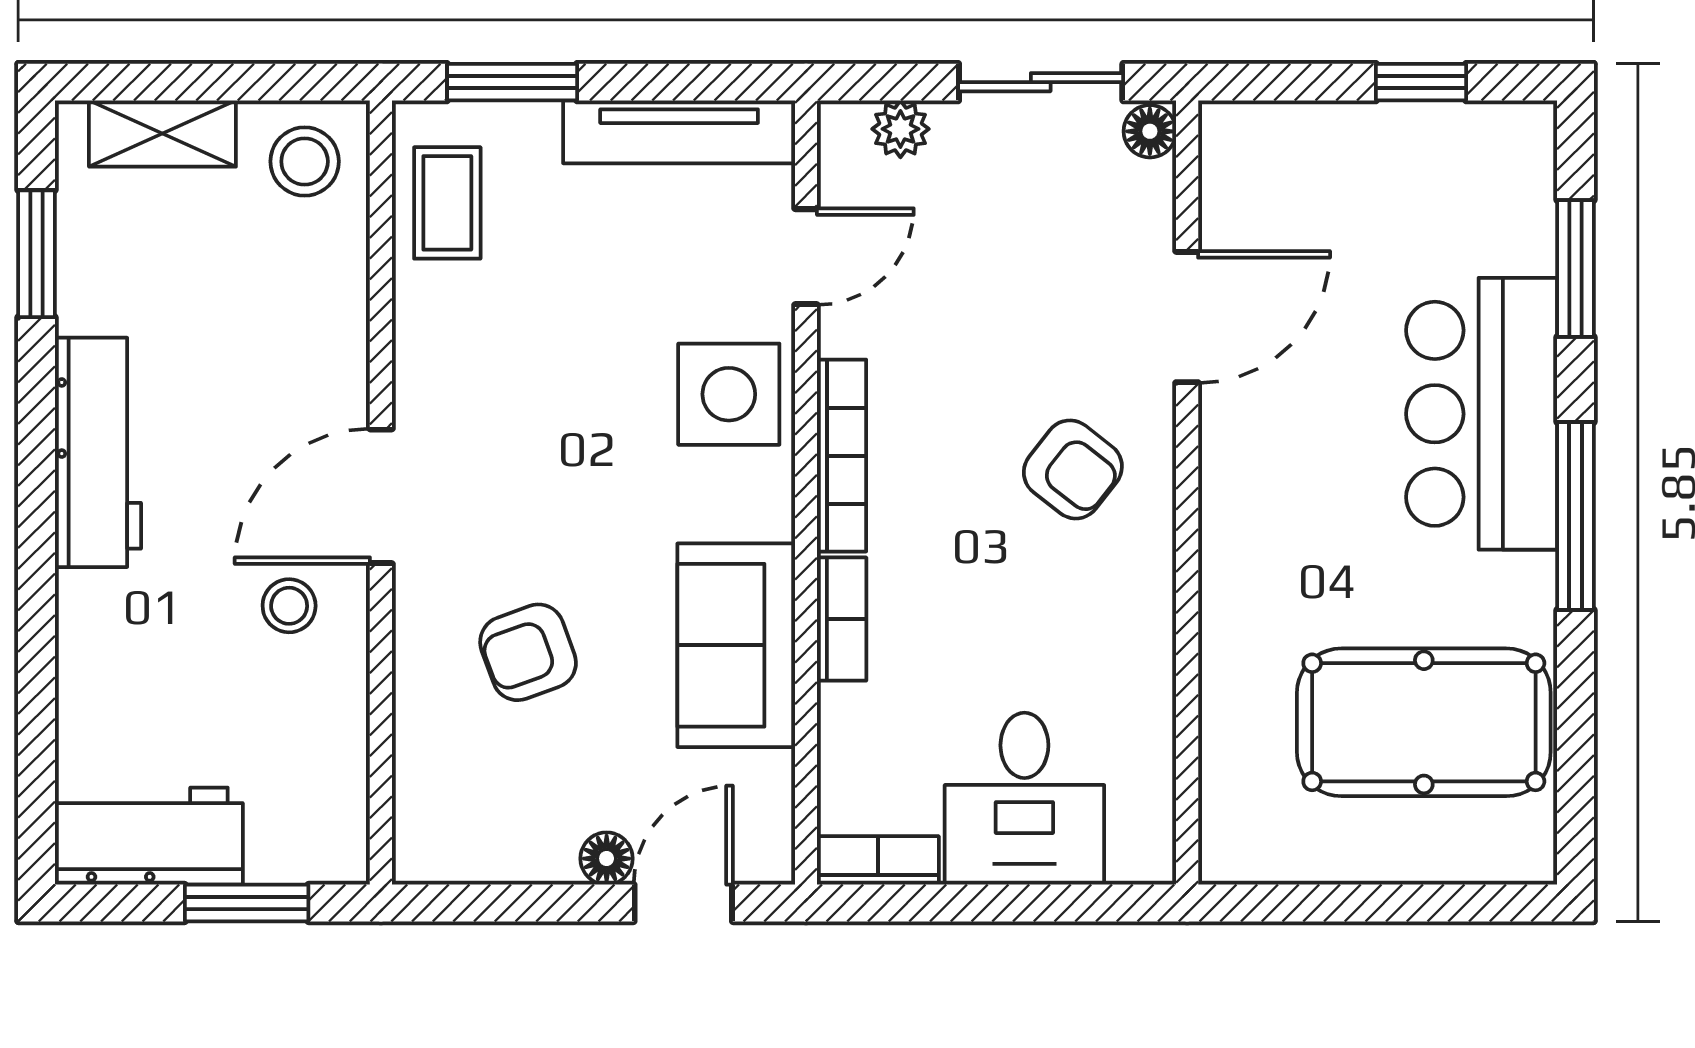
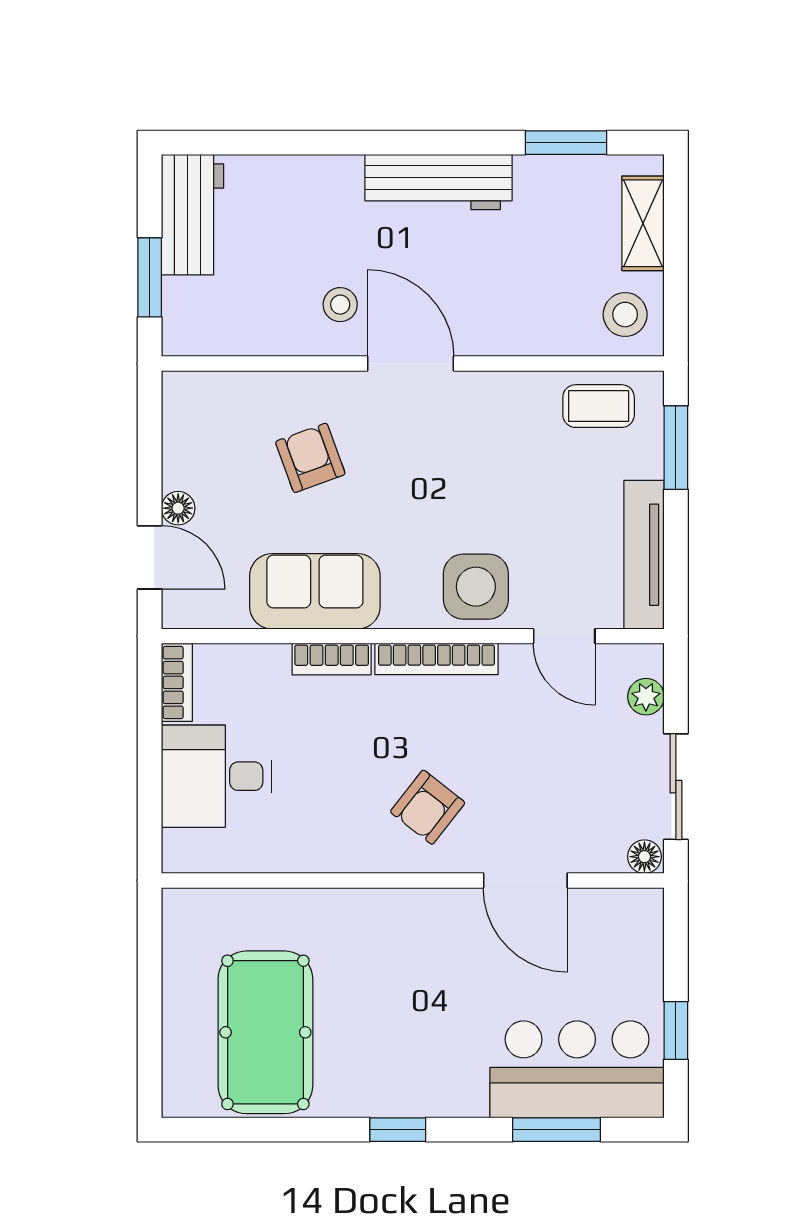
bar counter: (1482, 414) -> (577, 1069), moved
window: (1575, 516) -> (398, 1130), width x0.46

